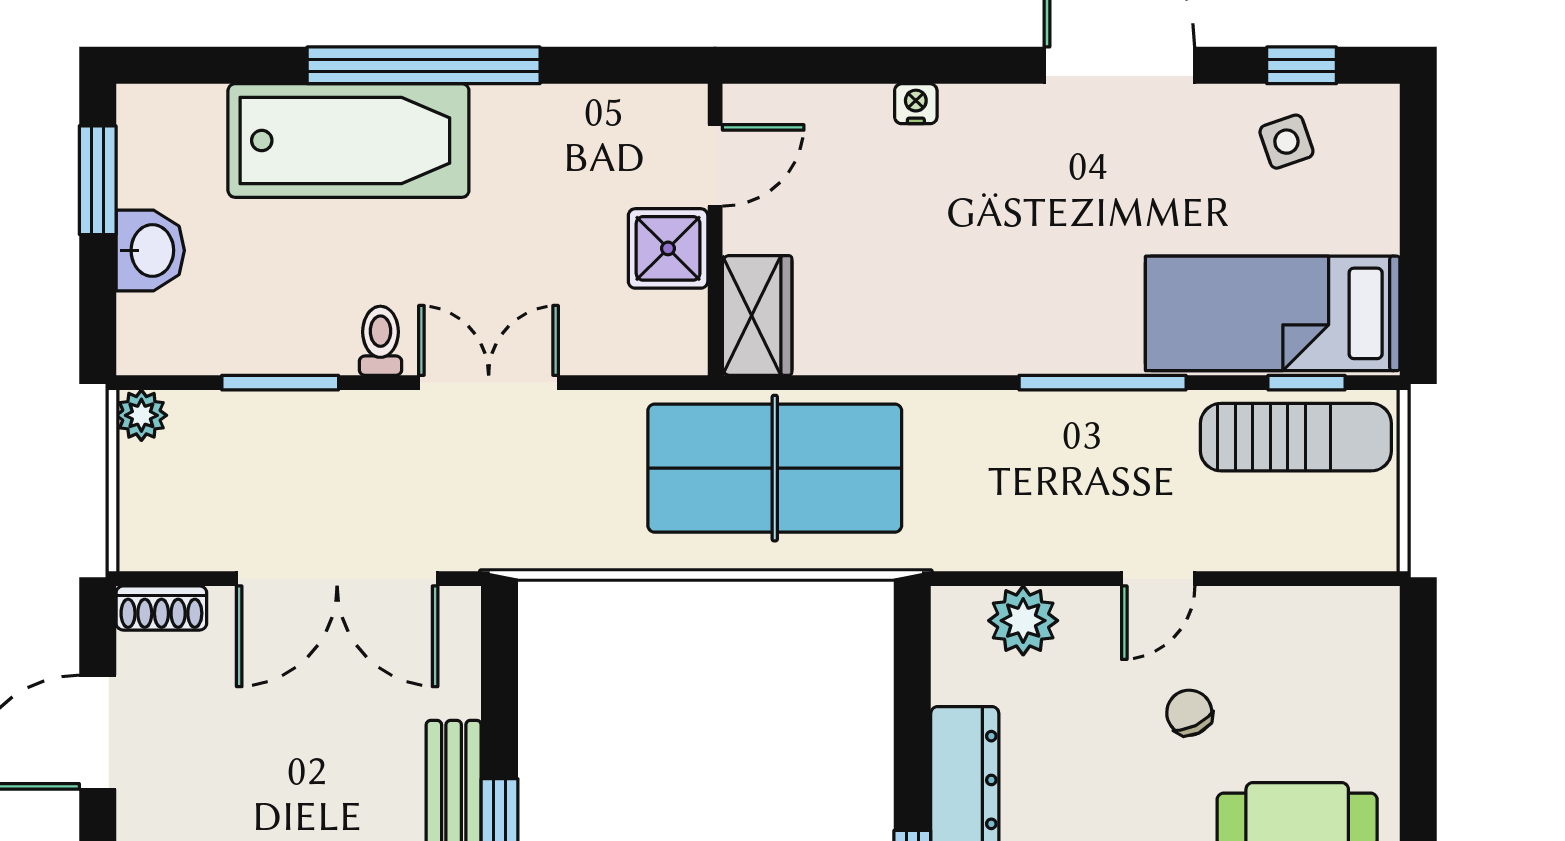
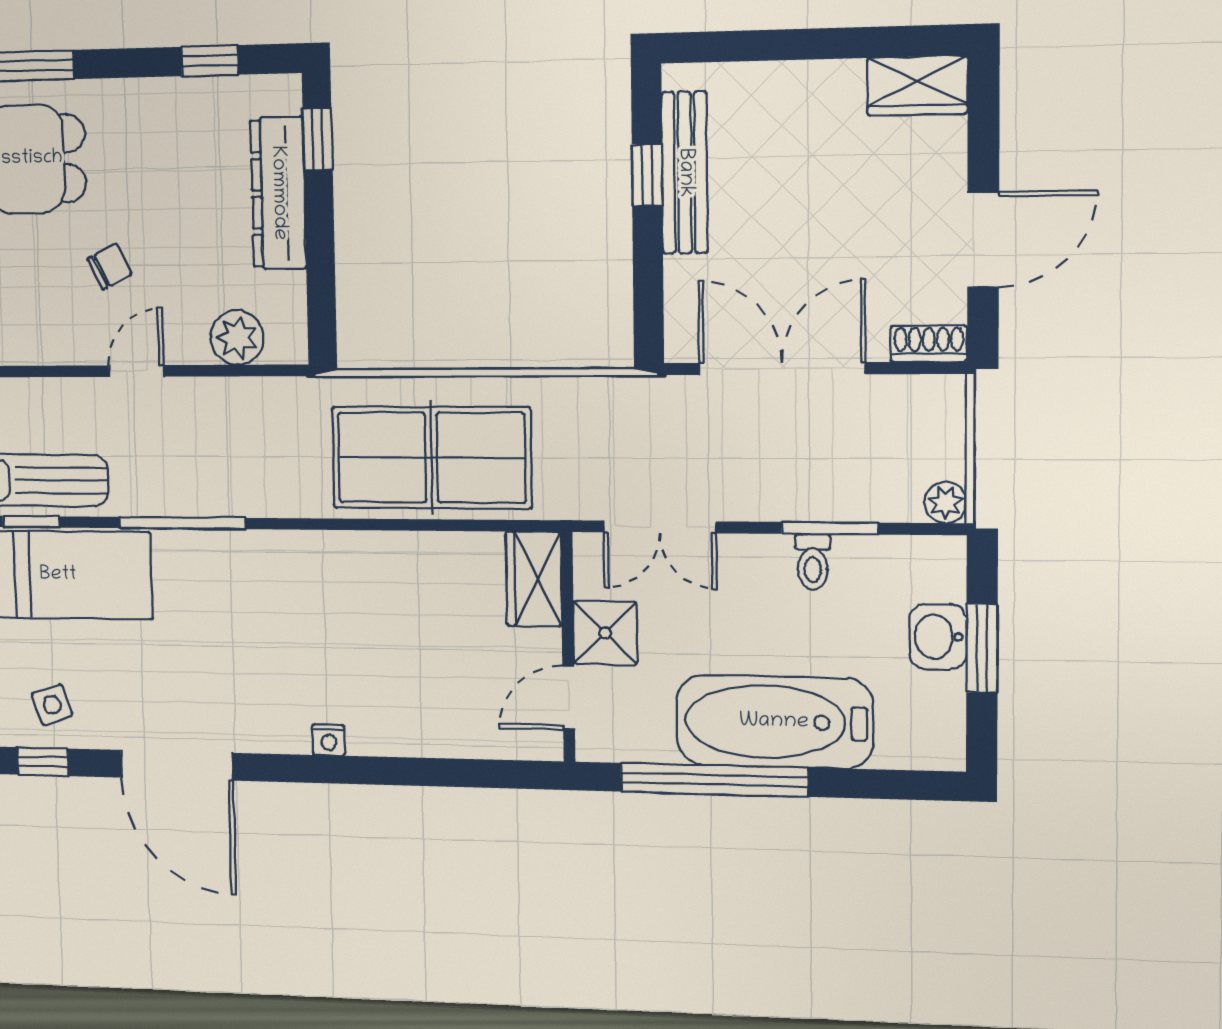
door: (715, 165) -> (569, 698), moved
window: (98, 180) -> (982, 648), moved
wall: (715, 230) -> (568, 647), moved
shower: (668, 248) -> (605, 633), moved
wardrobe: (757, 315) -> (534, 579), moved
toilet: (380, 341) -> (813, 562), moved
chair: (1189, 713) -> (110, 266), turned -90

